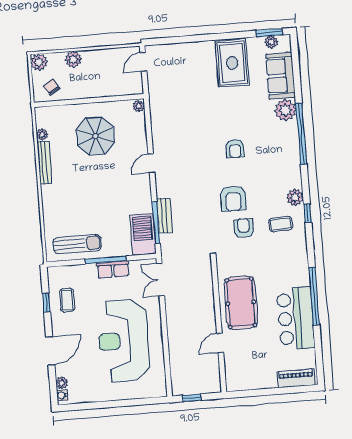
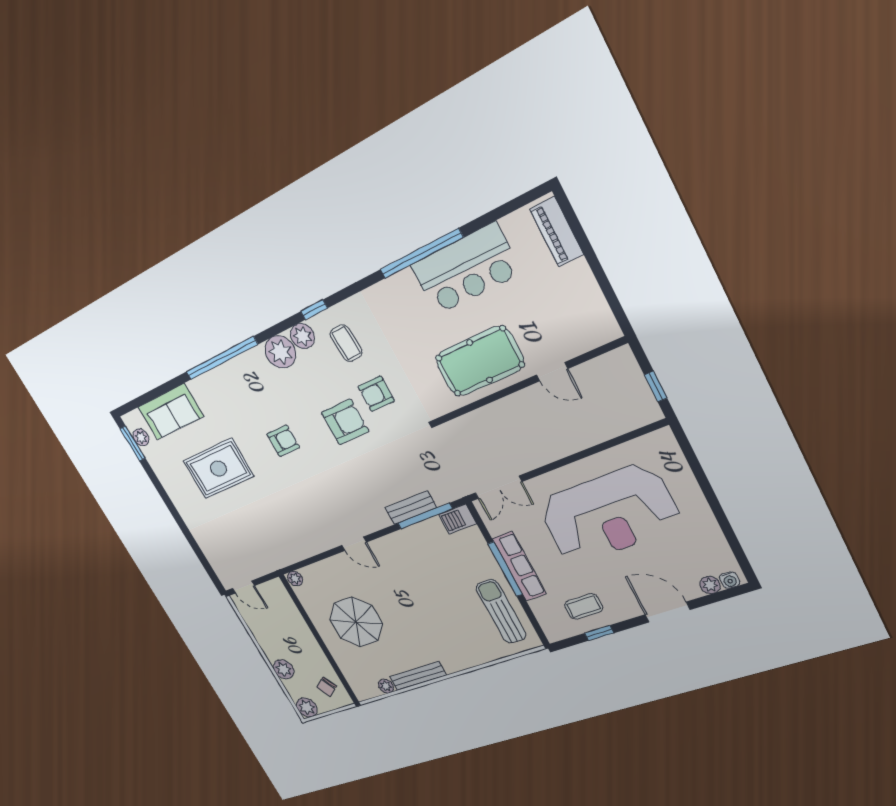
rug: (232, 63) -> (218, 469), moved
plant: (285, 110) -> (280, 352), moved
barbecue: (143, 234) -> (458, 519), width x0.53, depth x0.65
row of seats: (113, 269) -> (519, 566), width x1.48

